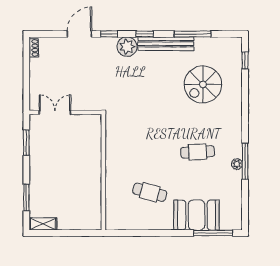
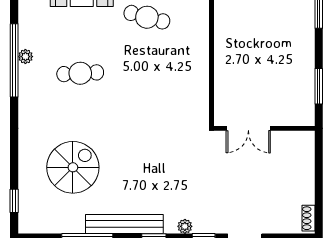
plant: (127, 47) -> (185, 226), width x0.53, depth x0.53
double door: (55, 112) -> (248, 128), moved
window: (245, 161) -> (14, 60), width x1.46

